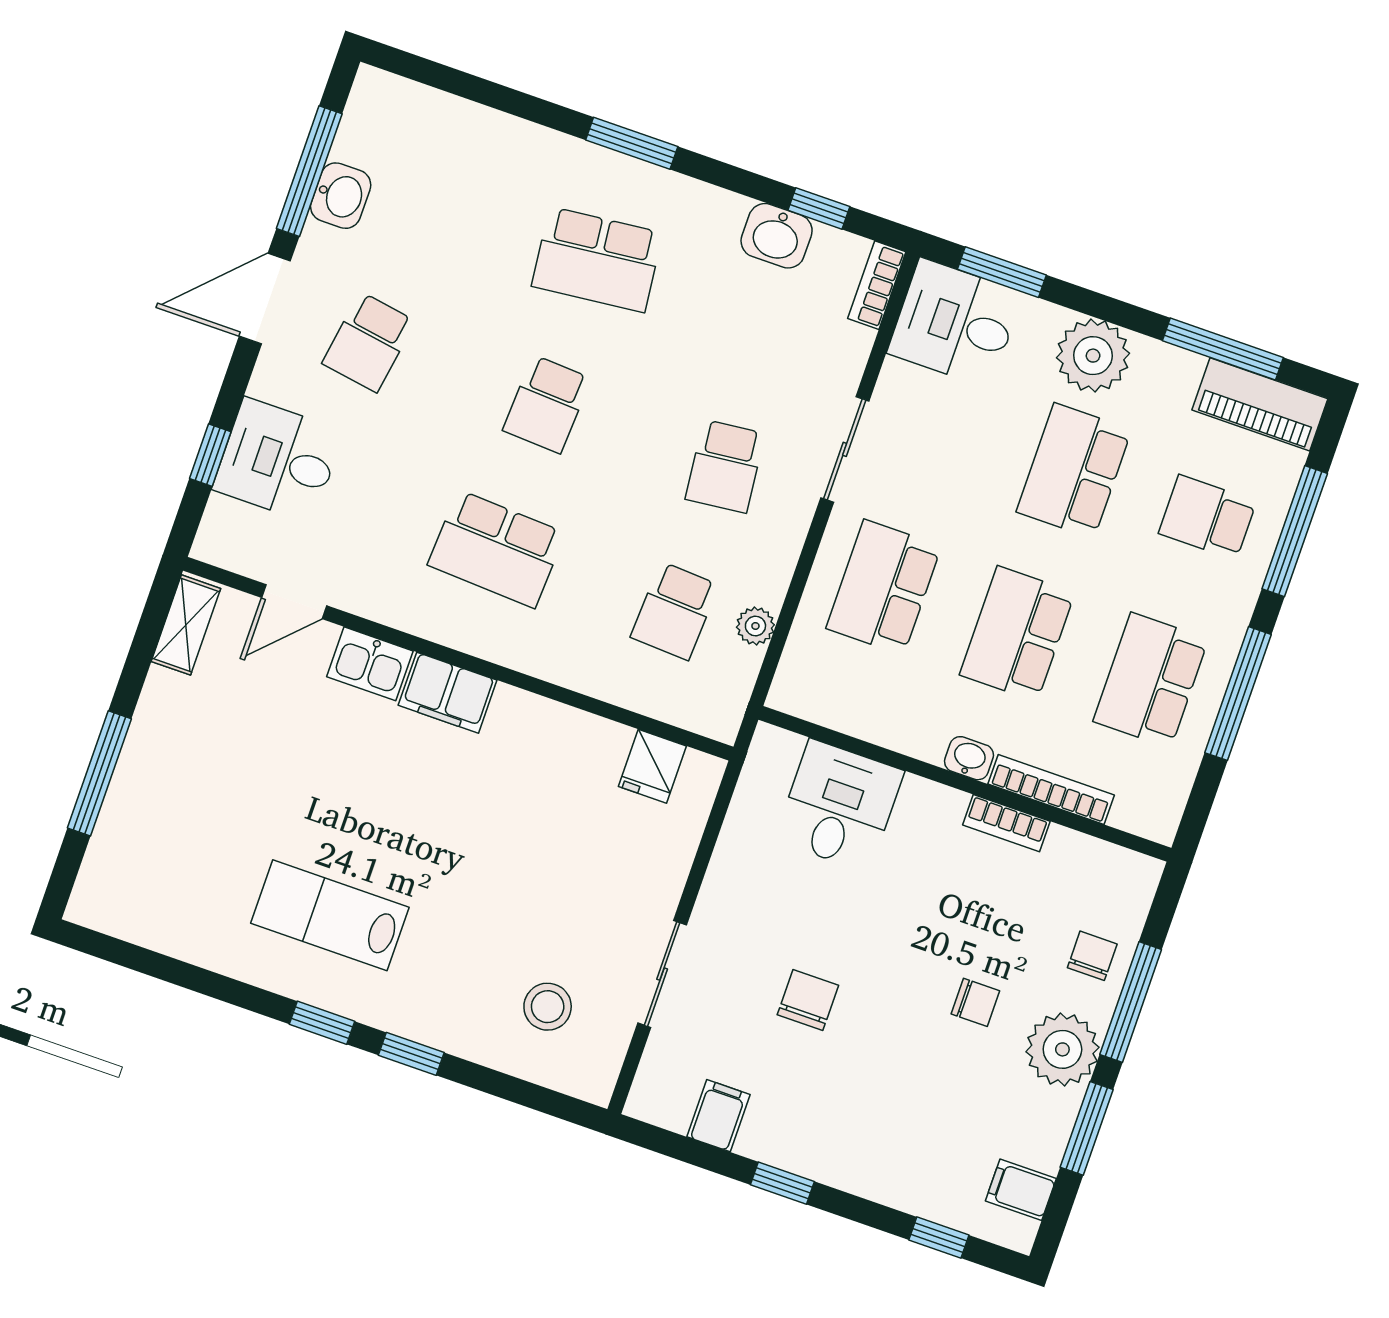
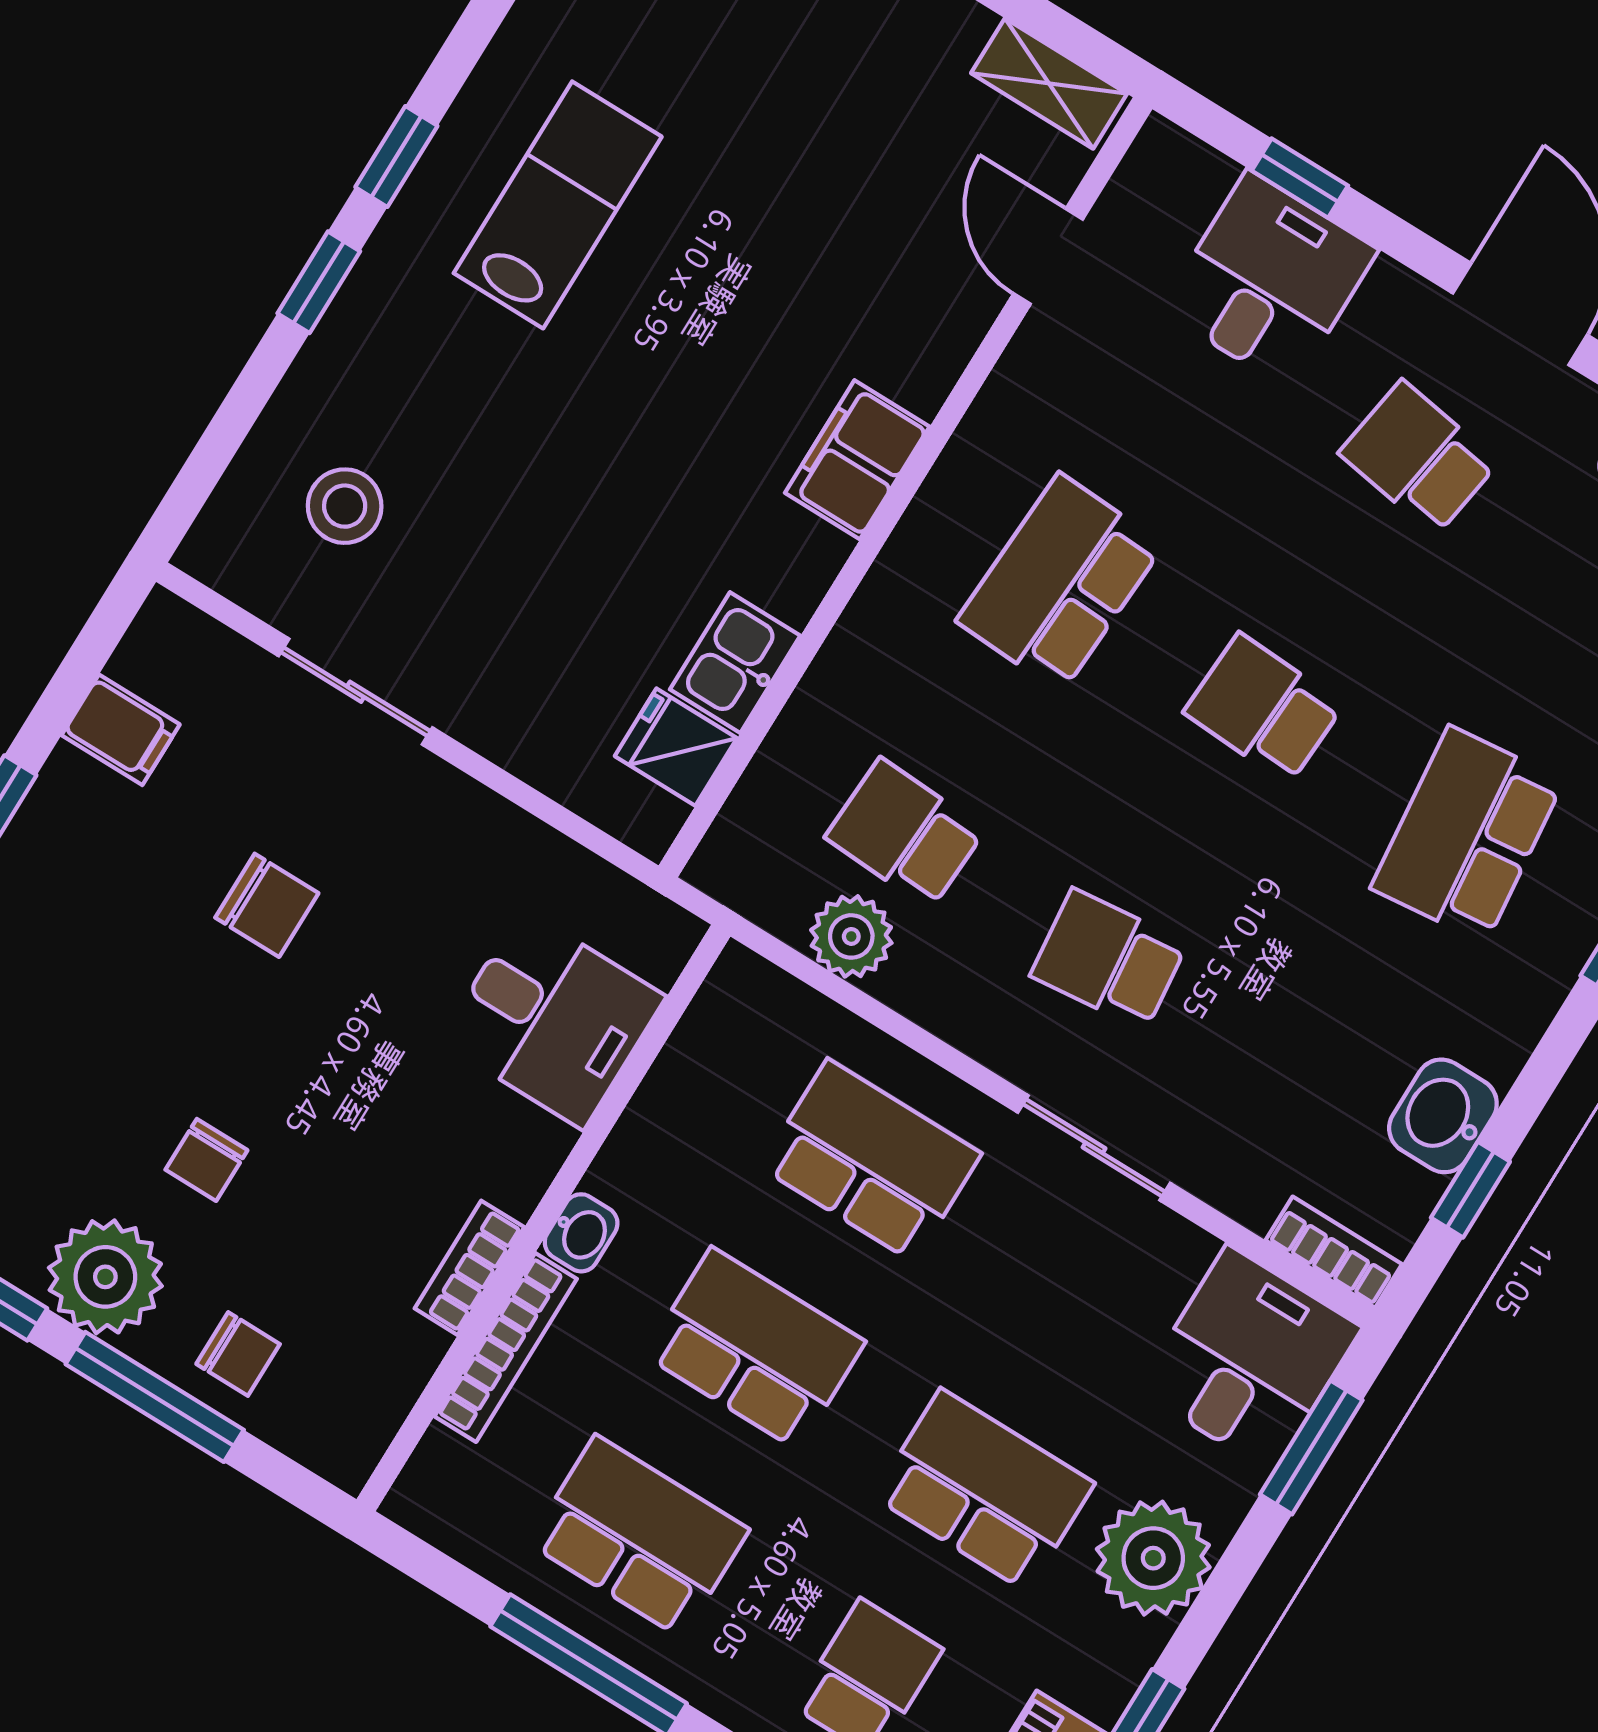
plant: (755, 626) -> (851, 936), width x1.38, depth x1.38
kitchen sink: (370, 664) -> (735, 663), moved

